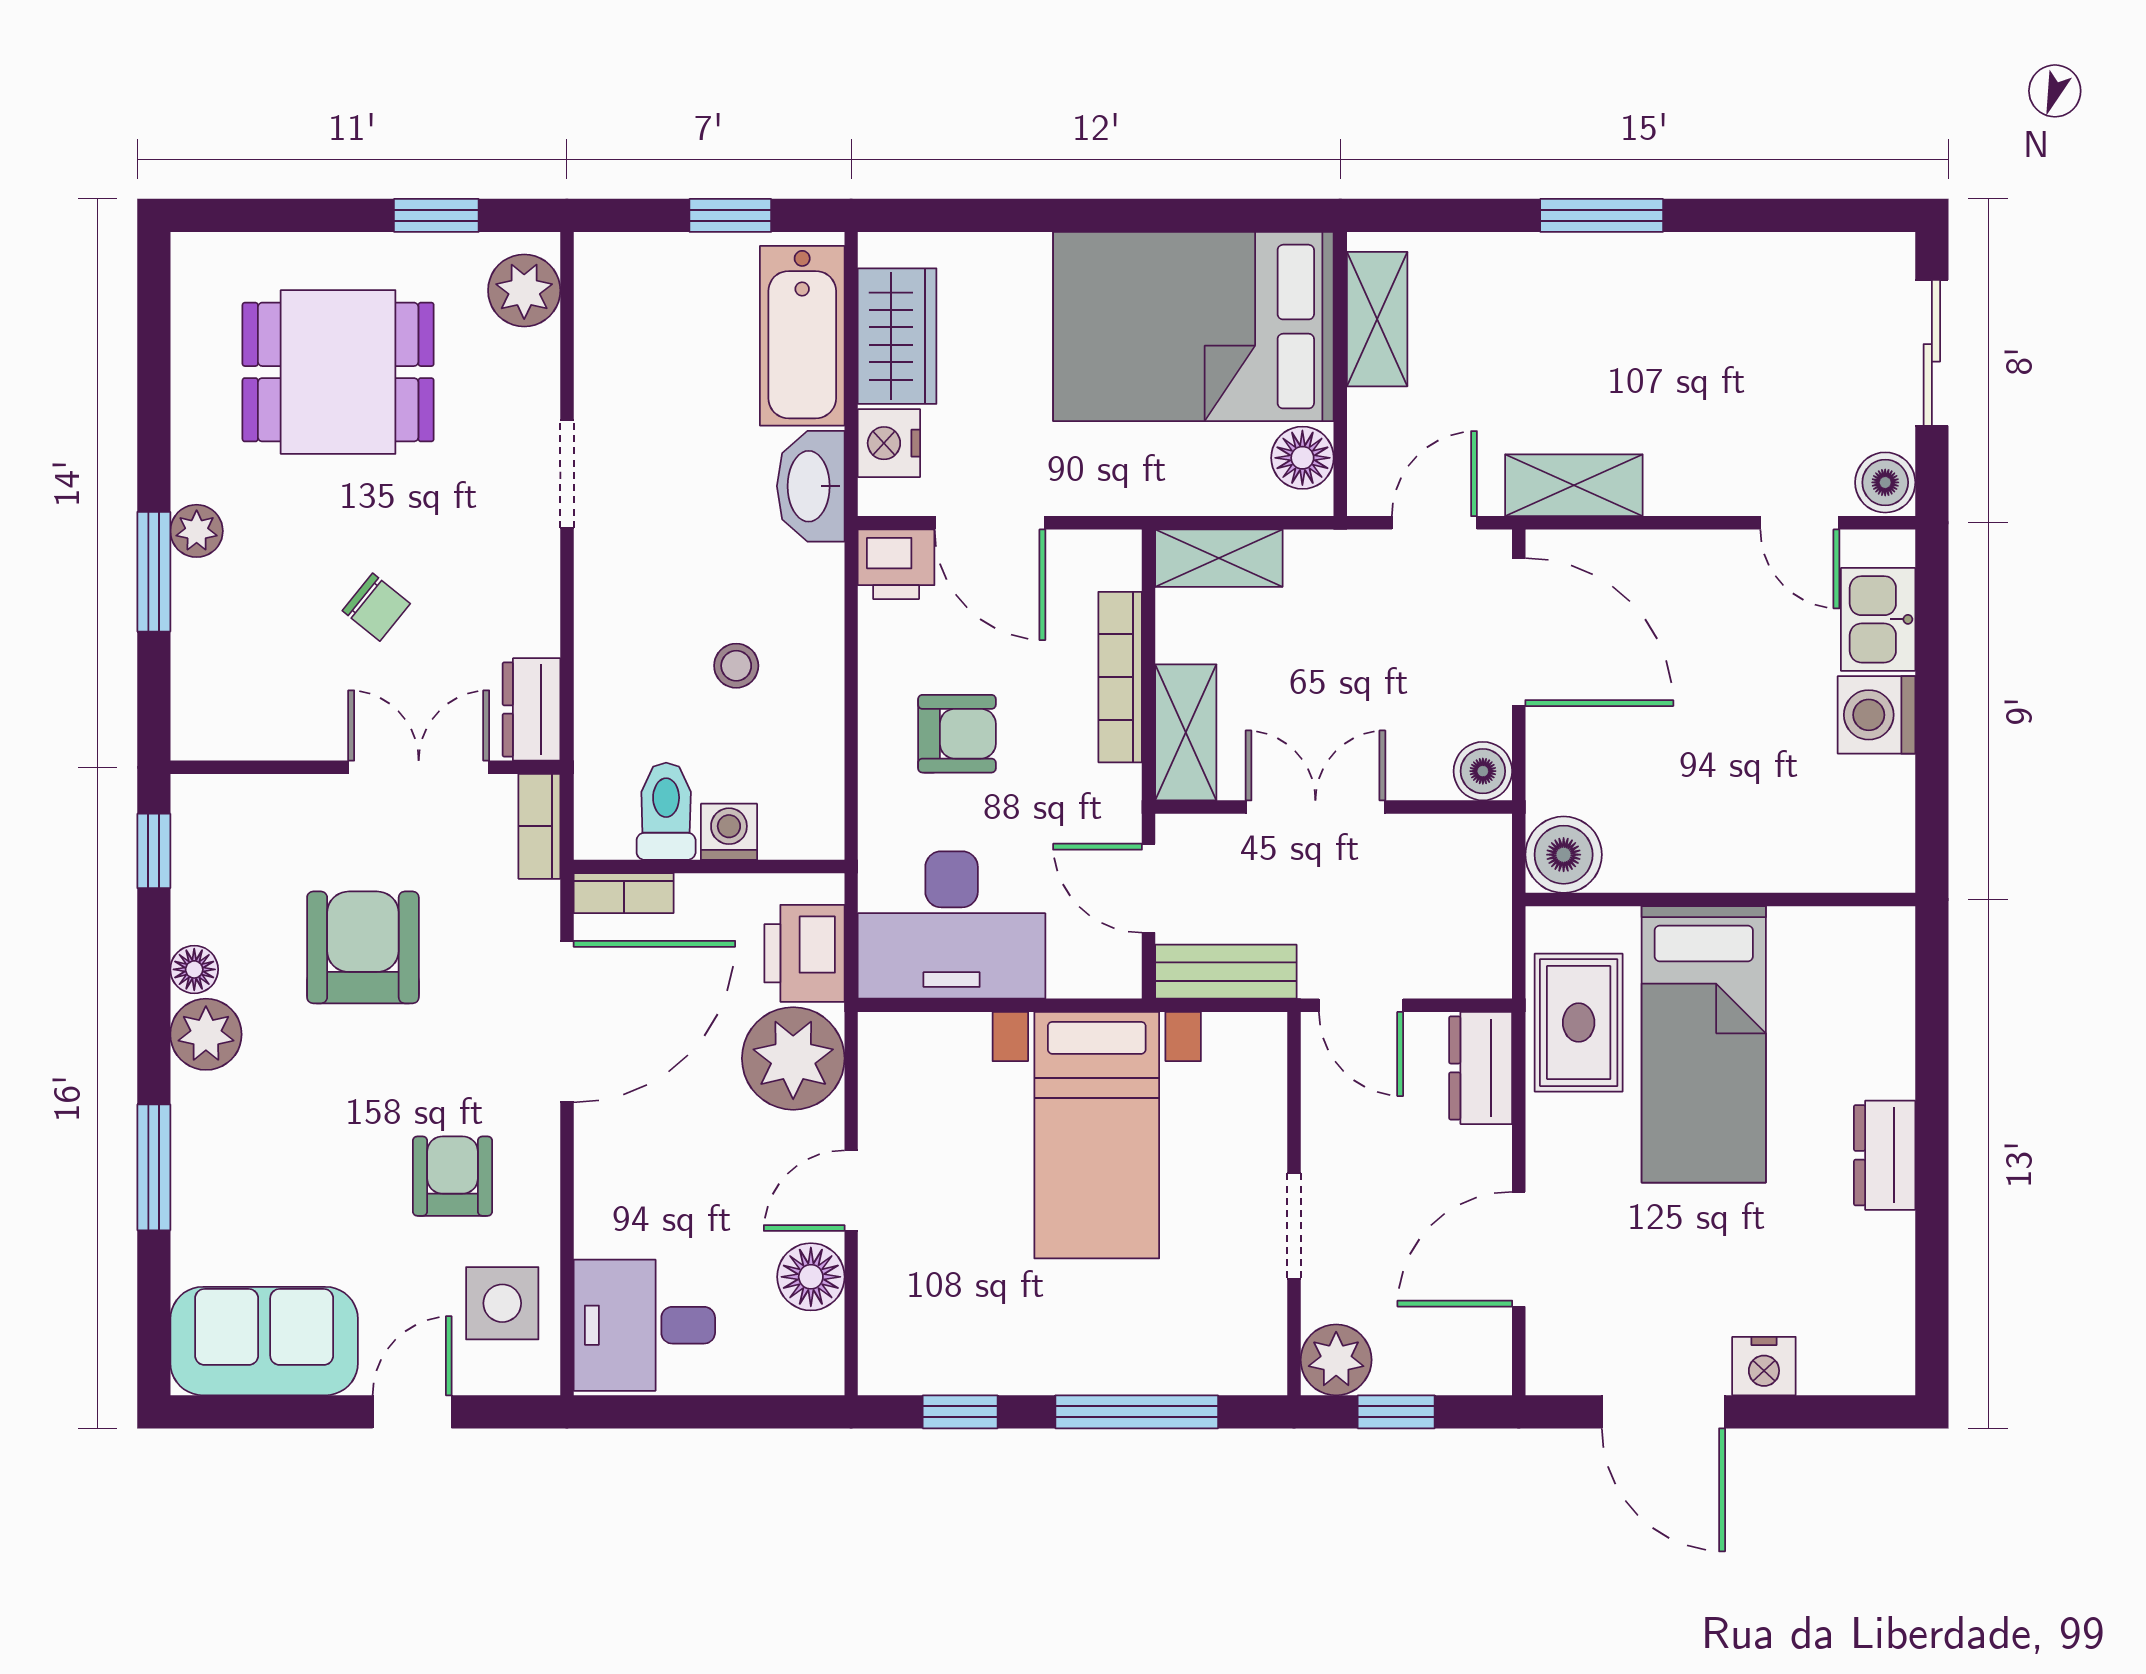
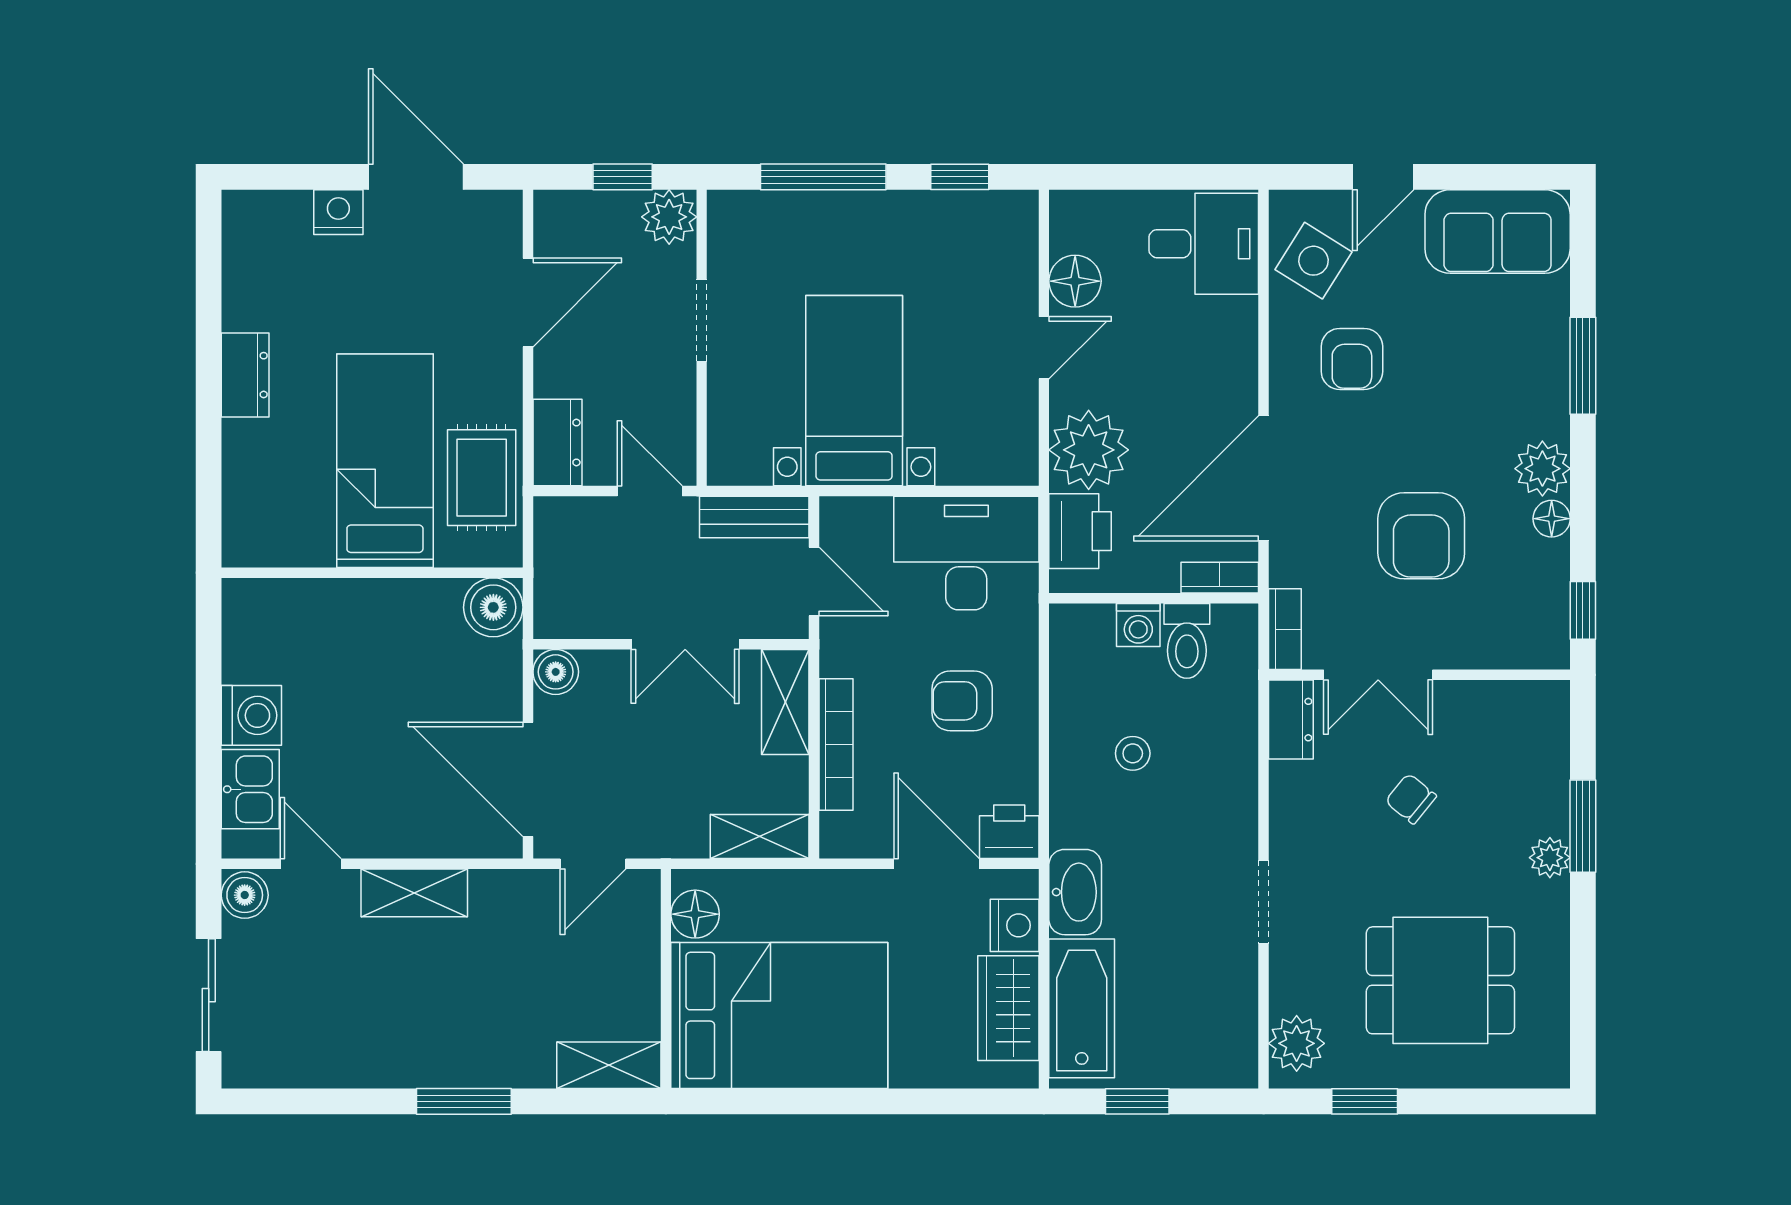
shelving: (1377, 319) -> (609, 1065), moved, turned 90
shelving: (1574, 485) -> (414, 893), moved
side table: (502, 1303) -> (1313, 261), turned 32

